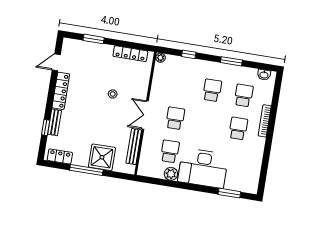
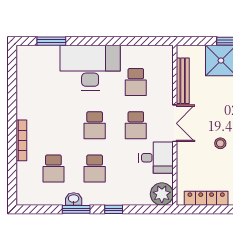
window: (189, 54) -> (114, 209), moved
plant: (160, 58) -> (162, 194), width x1.88, depth x1.88
washbasin: (264, 75) -> (74, 199), moved
desk: (164, 91) -> (156, 158), added
school desk: (238, 128) -> (95, 125), moved
plant: (171, 174) -> (130, 54), removed

